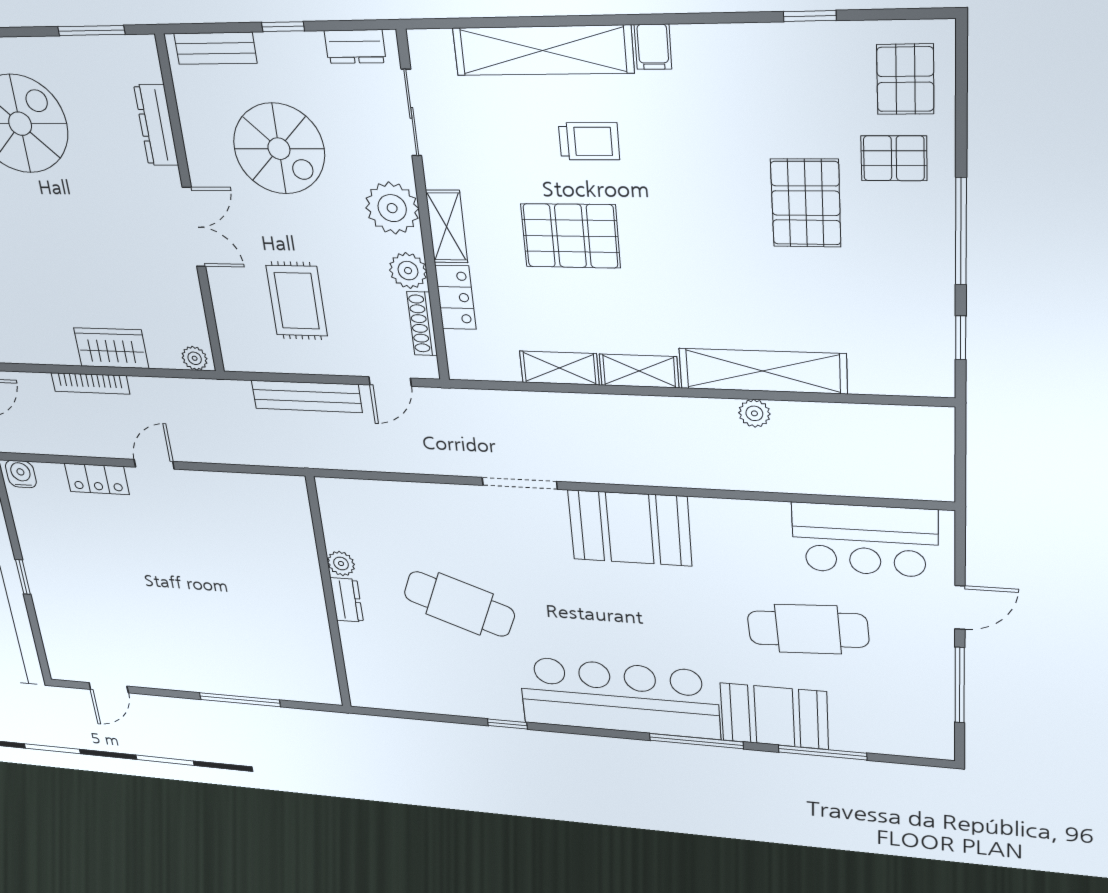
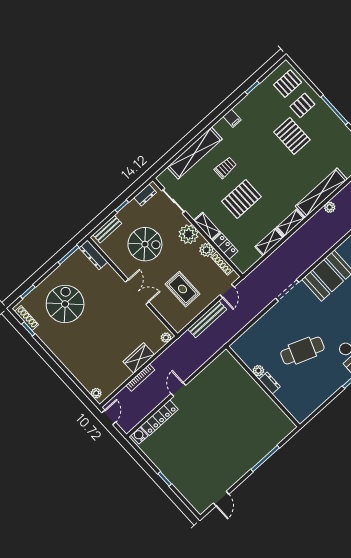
filing cabinet: (653, 47) -> (232, 118), moved
pallet: (905, 79) -> (288, 84), turned 90
dresser: (156, 125) -> (93, 255), moved
locker: (97, 479) -> (159, 418), width x1.53

